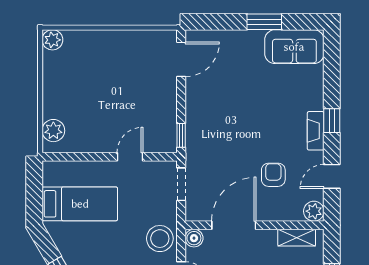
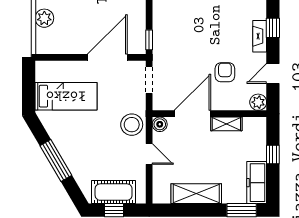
plant: (53, 131) -> (44, 18), moved
door: (130, 157) -> (107, 57), width x1.88
shelving: (297, 238) -> (226, 124), moved

